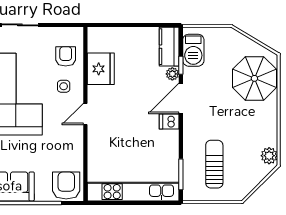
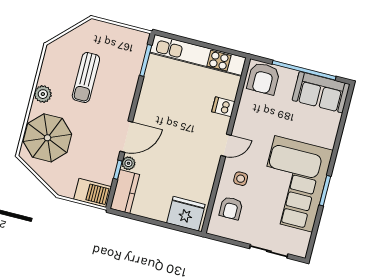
barbecue: (193, 50) -> (93, 193), moved, turned 90
fridge: (101, 69) -> (186, 214), moved, turned 90
dishwasher: (169, 121) -> (223, 107), moved, turned 180
plant: (269, 156) -> (43, 94), moved
sun lounger: (214, 164) -> (86, 78), moved

